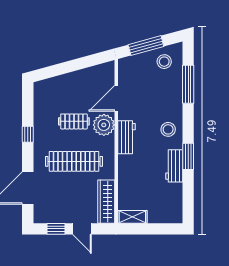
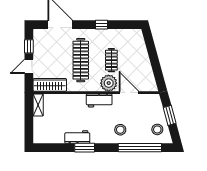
window: (146, 46) -> (170, 115), width x0.69
window: (188, 84) -> (140, 148), width x1.46
stool: (168, 129) -> (120, 130), moved

